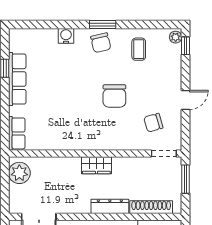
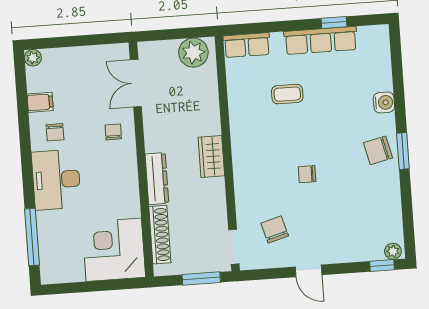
coffee table: (139, 49) -> (287, 94), moved
chair: (114, 96) -> (307, 174), width x0.54, depth x0.54

